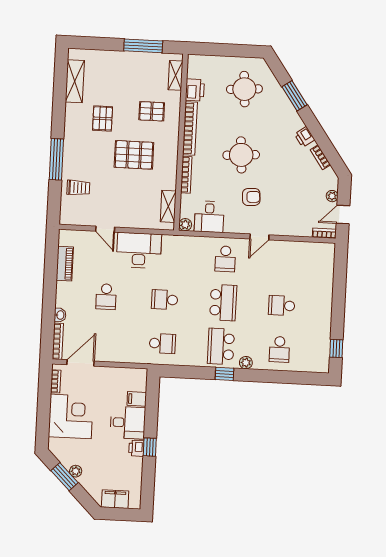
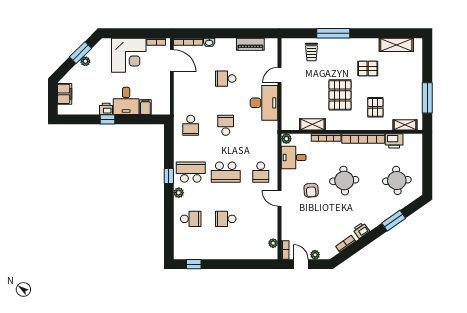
shelving: (168, 206) -> (312, 124), moved
plant: (315, 248) -> (273, 243), added
school desk: (225, 259) -> (261, 172), turned -90
school desk: (282, 306) -> (226, 219), turned -90
school desk: (279, 349) -> (191, 219), turned 180

